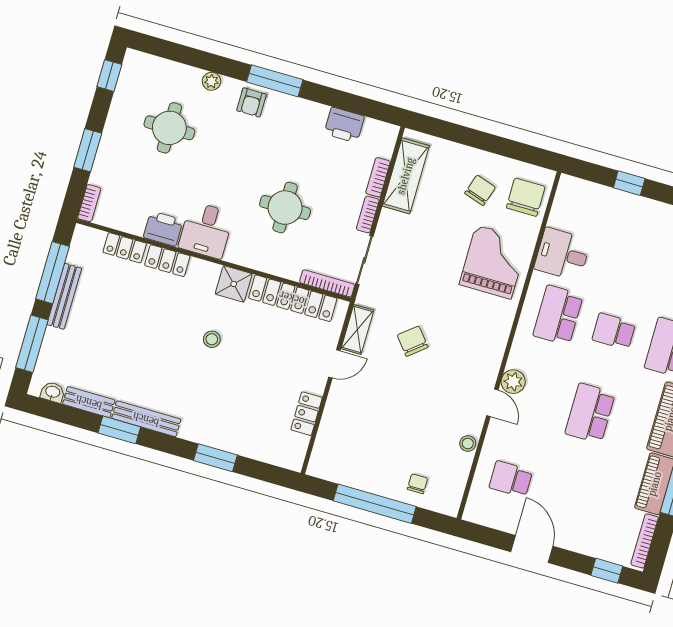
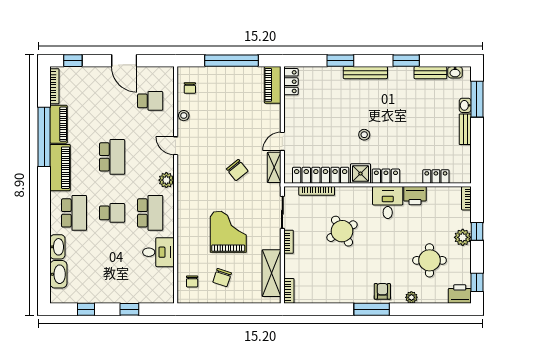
printer: (344, 125) -> (460, 294), moved
plant: (111, 147) -> (463, 237), added
window: (88, 150) -> (477, 231), width x0.67
bookcase: (378, 177) -> (289, 291), moved
chair: (526, 197) -> (192, 281), width x0.54, depth x0.54
round table: (285, 208) -> (342, 231), turned -30
locker: (167, 261) -> (386, 176), moved
grand piano: (494, 262) -> (228, 232), moved, turned 180
window: (52, 273) -> (477, 148), removed
bookcase: (327, 283) -> (317, 191), moved
bench: (64, 296) -> (465, 129), width x0.73
washbasin: (52, 340) -> (465, 105), added
plant: (513, 382) -> (166, 180), moved
locker: (306, 414) -> (291, 82), moved
bench: (146, 419) -> (365, 73), moved
piano: (325, 451) -> (273, 85), added
chair: (418, 484) -> (190, 88), moved

